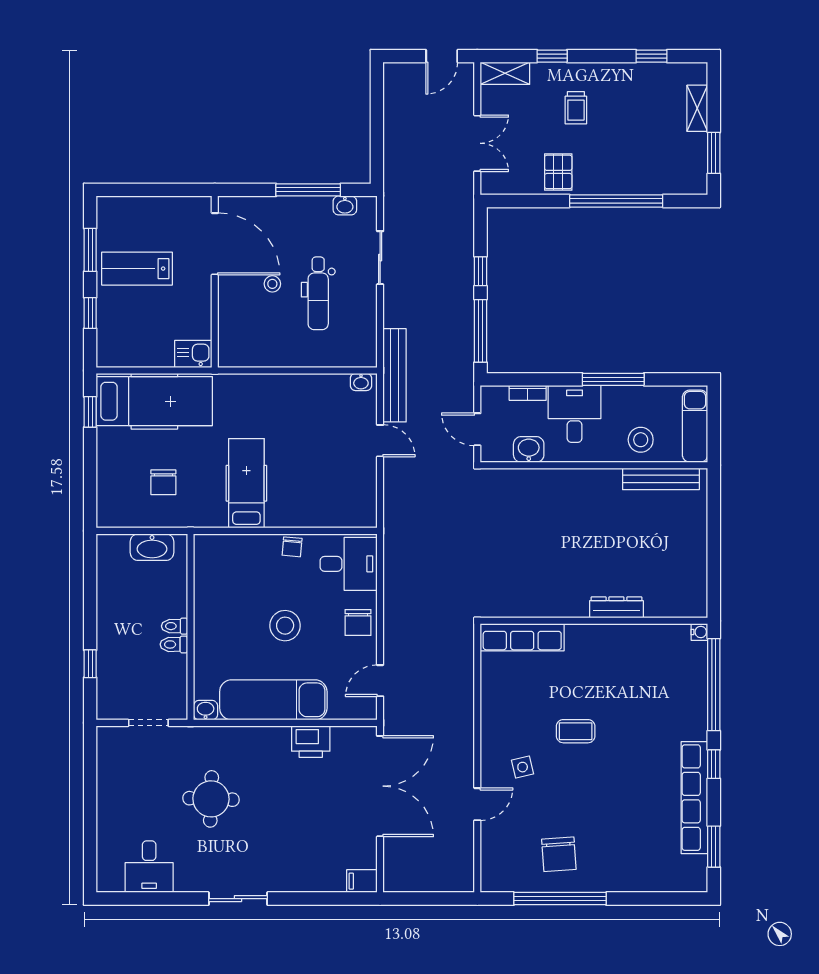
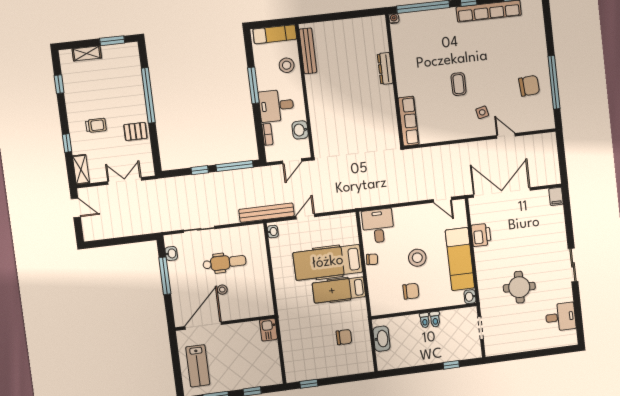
lab bench: (137, 269) -> (198, 366), moved
hospital bed: (154, 401) -> (328, 262), moved, turned -90
chair: (358, 623) -> (411, 291), moved

